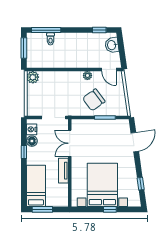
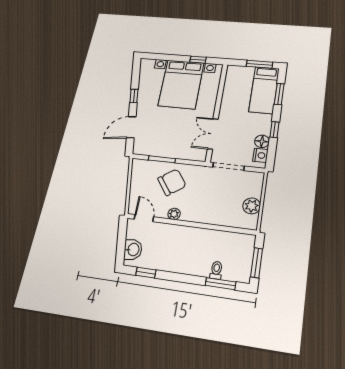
window: (46, 30) -> (221, 284), width x0.69
plant: (33, 77) -> (252, 206), moved
double door: (70, 143) -> (213, 134), swing flipped
tv unit: (63, 171) -> (226, 104), removed
window: (24, 183) -> (279, 94), added
window: (141, 184) -> (134, 96), moved
window: (110, 209) -> (198, 60), moved

